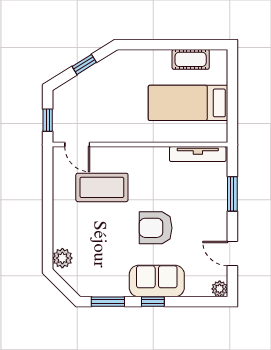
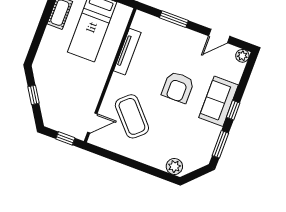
tv unit: (198, 154) -> (127, 52), moved
coffee table: (102, 187) -> (132, 116), turned -42

